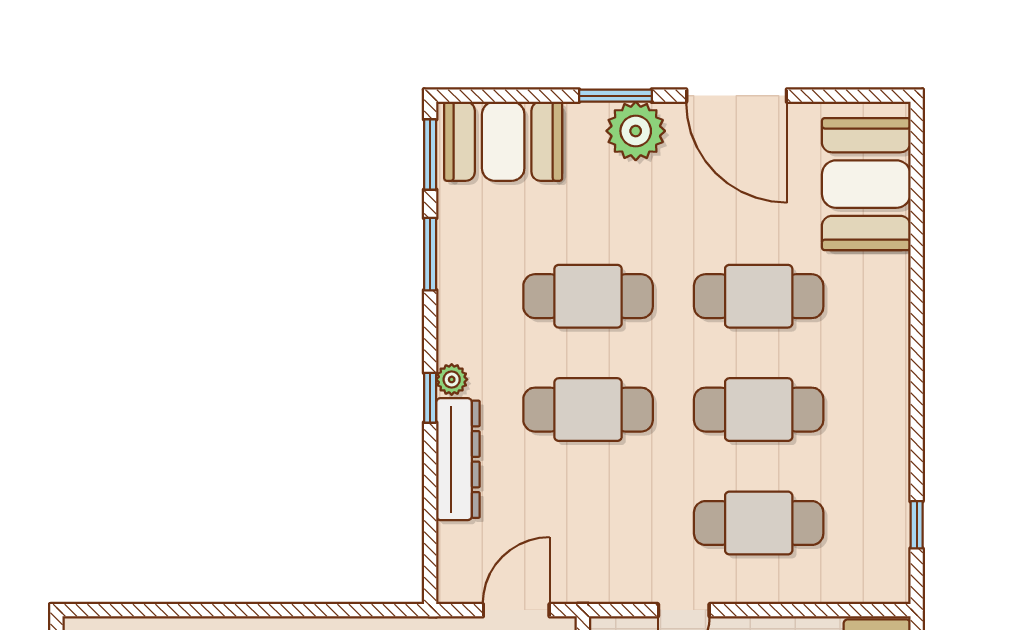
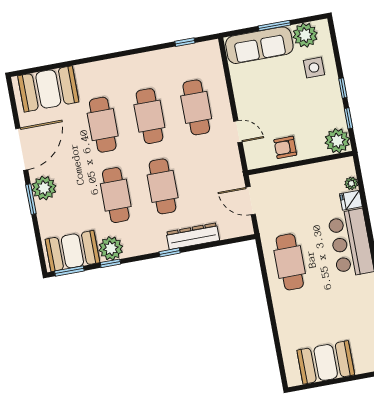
booth: (503, 141) -> (72, 251), moved, turned 90
window: (430, 254) -> (110, 263), width x0.67
plant: (452, 379) -> (111, 248), moved, width x1.87, depth x1.87

